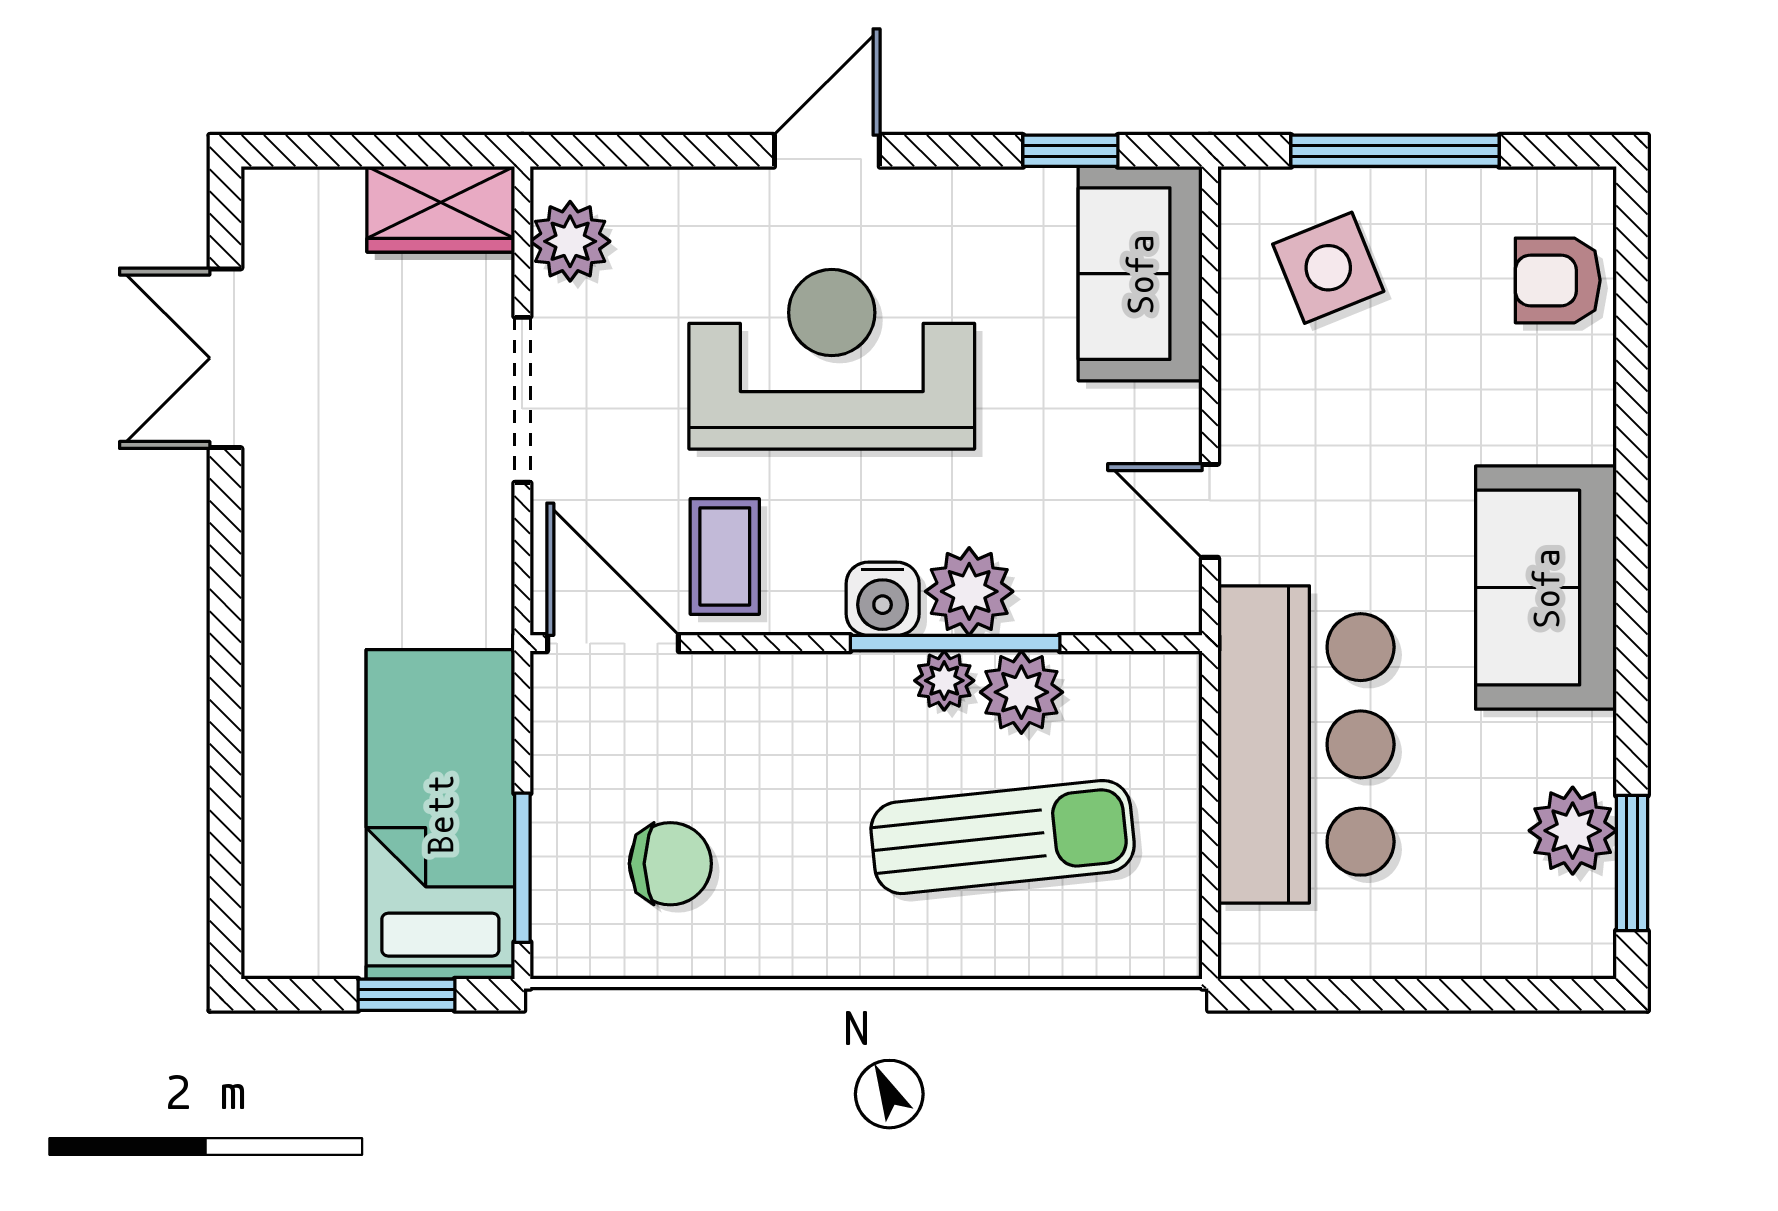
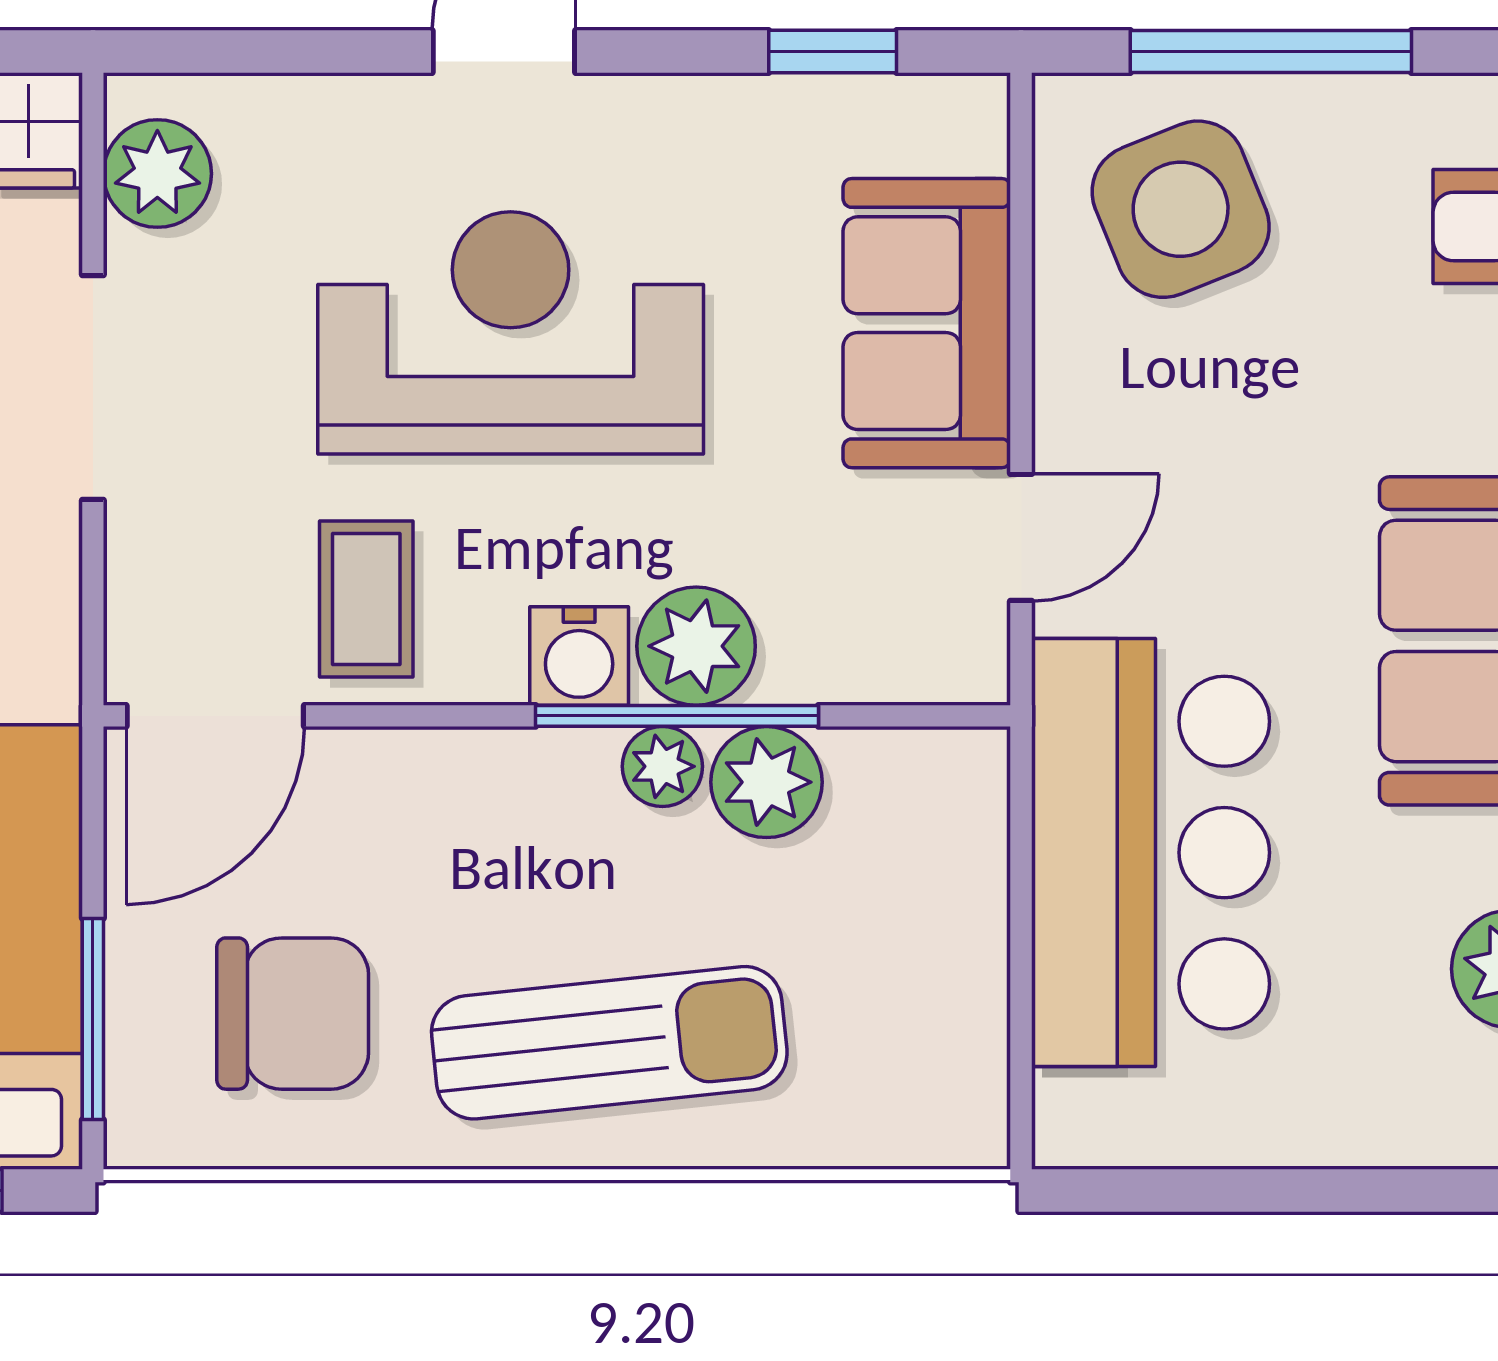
side table: (1328, 268) -> (1181, 209), width x1.37, depth x1.37
sofa: (1140, 274) -> (927, 323), moved
door: (1210, 511) -> (1021, 537), swing flipped
door: (613, 643) -> (215, 716), swing flipped
sun lounger: (1003, 837) -> (609, 1043), moved
chair: (670, 864) -> (293, 1014), width x1.37, depth x1.37

